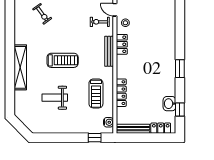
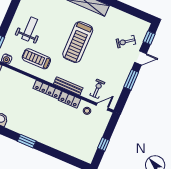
treadmill: (63, 60) -> (78, 42), width x1.37, depth x1.38
locker: (121, 93) -> (47, 90), moved
weight bench: (55, 98) -> (30, 29), moved

